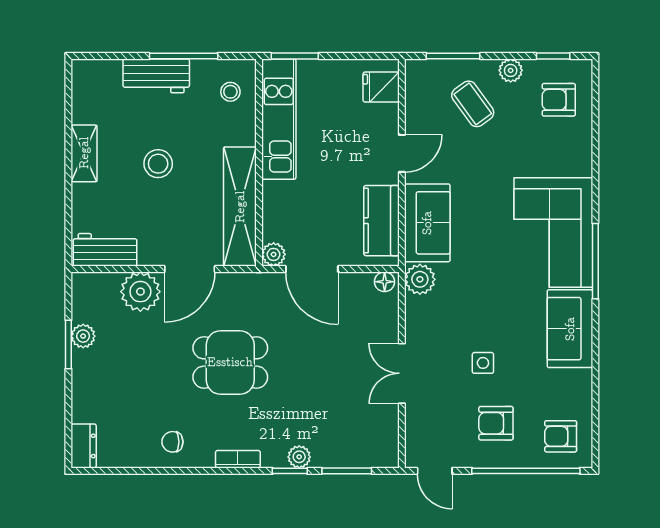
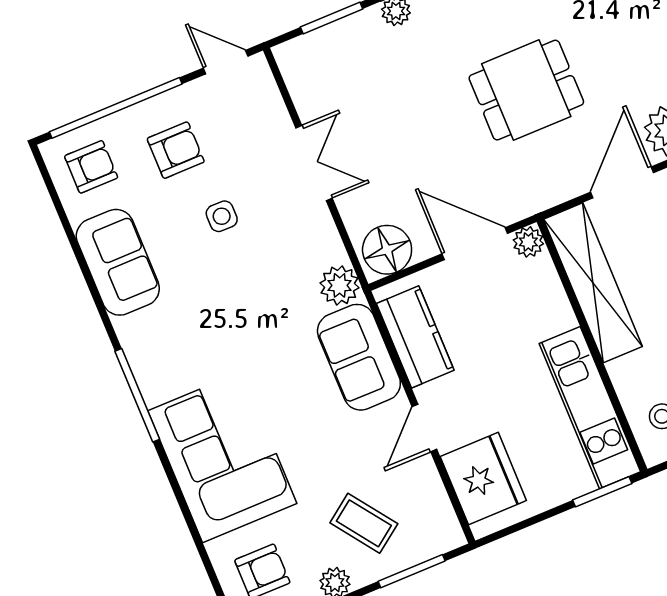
fridge: (381, 87) -> (483, 479), width x1.88, depth x1.34
corner sofa: (553, 232) -> (222, 457), moved
floor lamp: (385, 282) -> (387, 250), width x1.89, depth x1.89
sofa: (570, 329) -> (118, 262), moved

